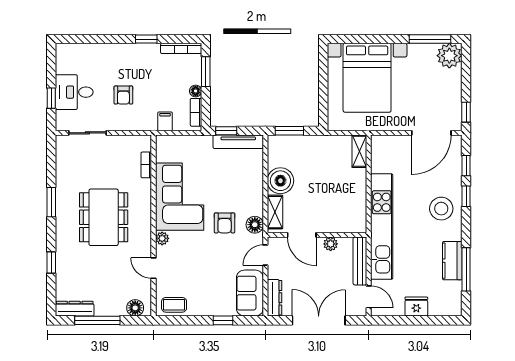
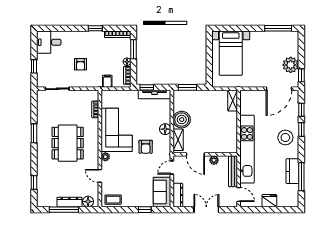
plant: (449, 56) -> (291, 65), moved
bed with nightstands: (367, 78) -> (231, 53), width x0.73
desk: (74, 92) -> (49, 42), moved
floor lamp: (255, 225) -> (165, 129), moved
window: (51, 262) -> (34, 182), moved
dresser: (75, 309) -> (69, 202), moved
double door: (319, 320) -> (206, 210), width x0.73

